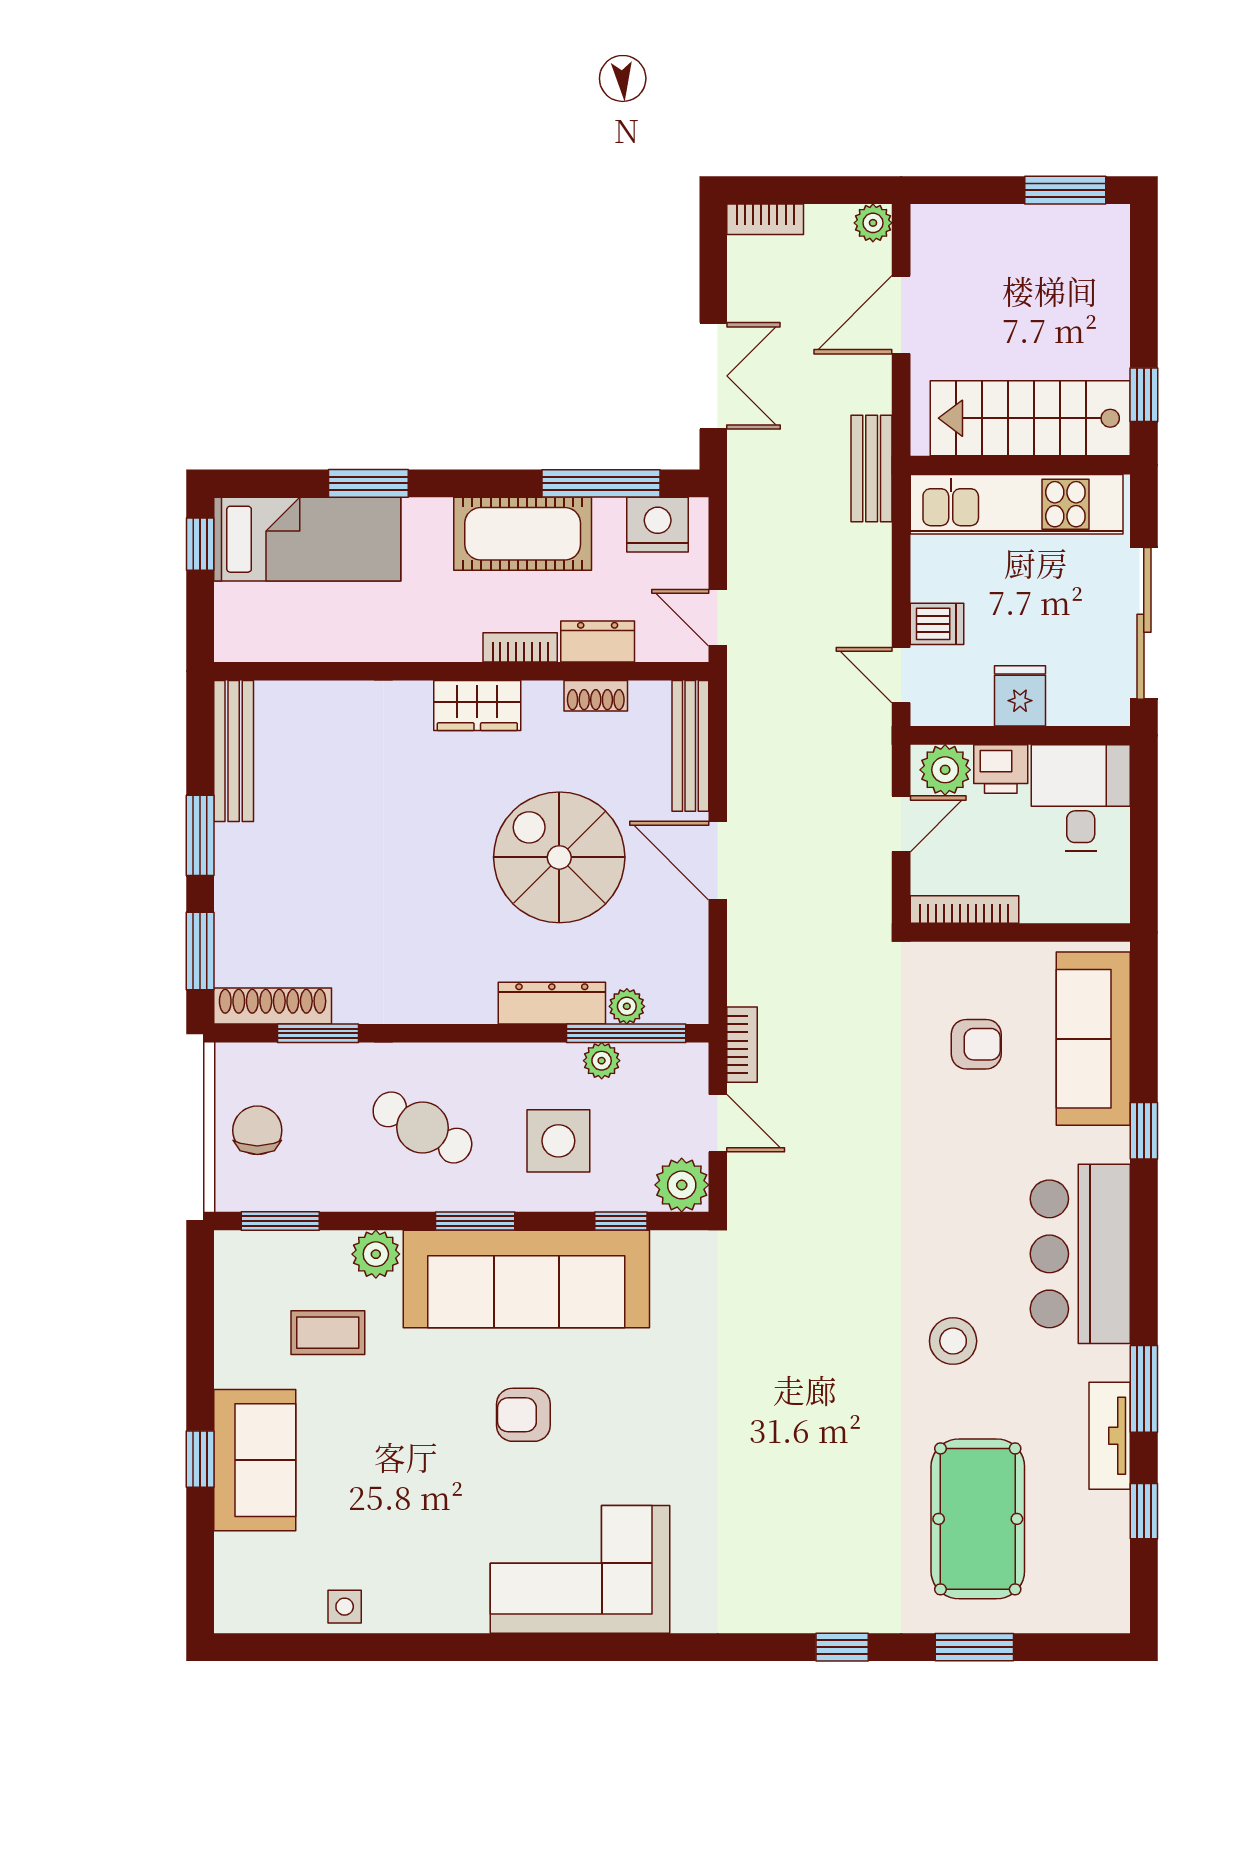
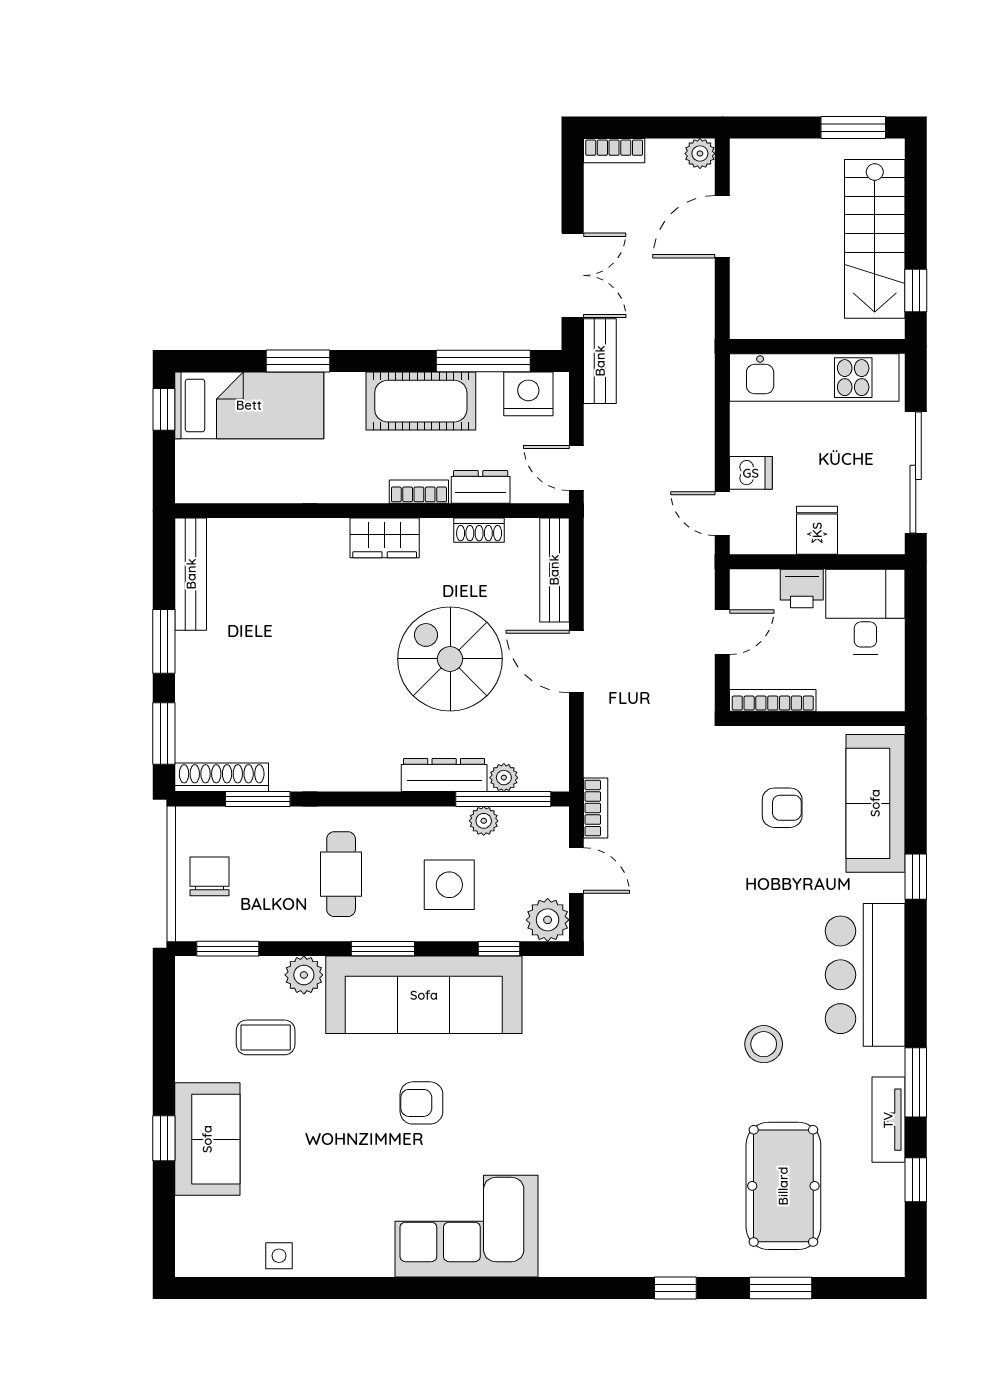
stairs: (1030, 418) -> (875, 239), moved, turned -90
bench: (872, 468) -> (600, 361), moved
plant: (945, 770) -> (757, 589), removed
cafe table: (422, 1128) -> (341, 874), turned 61

